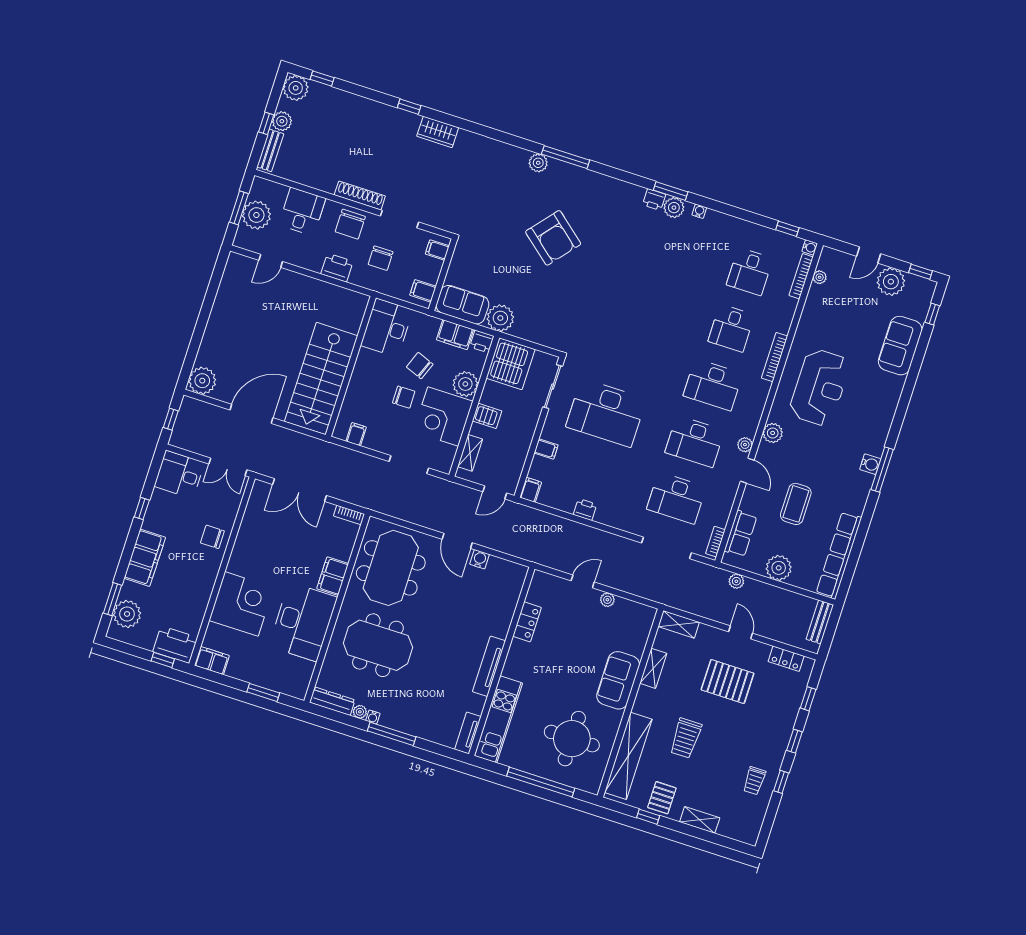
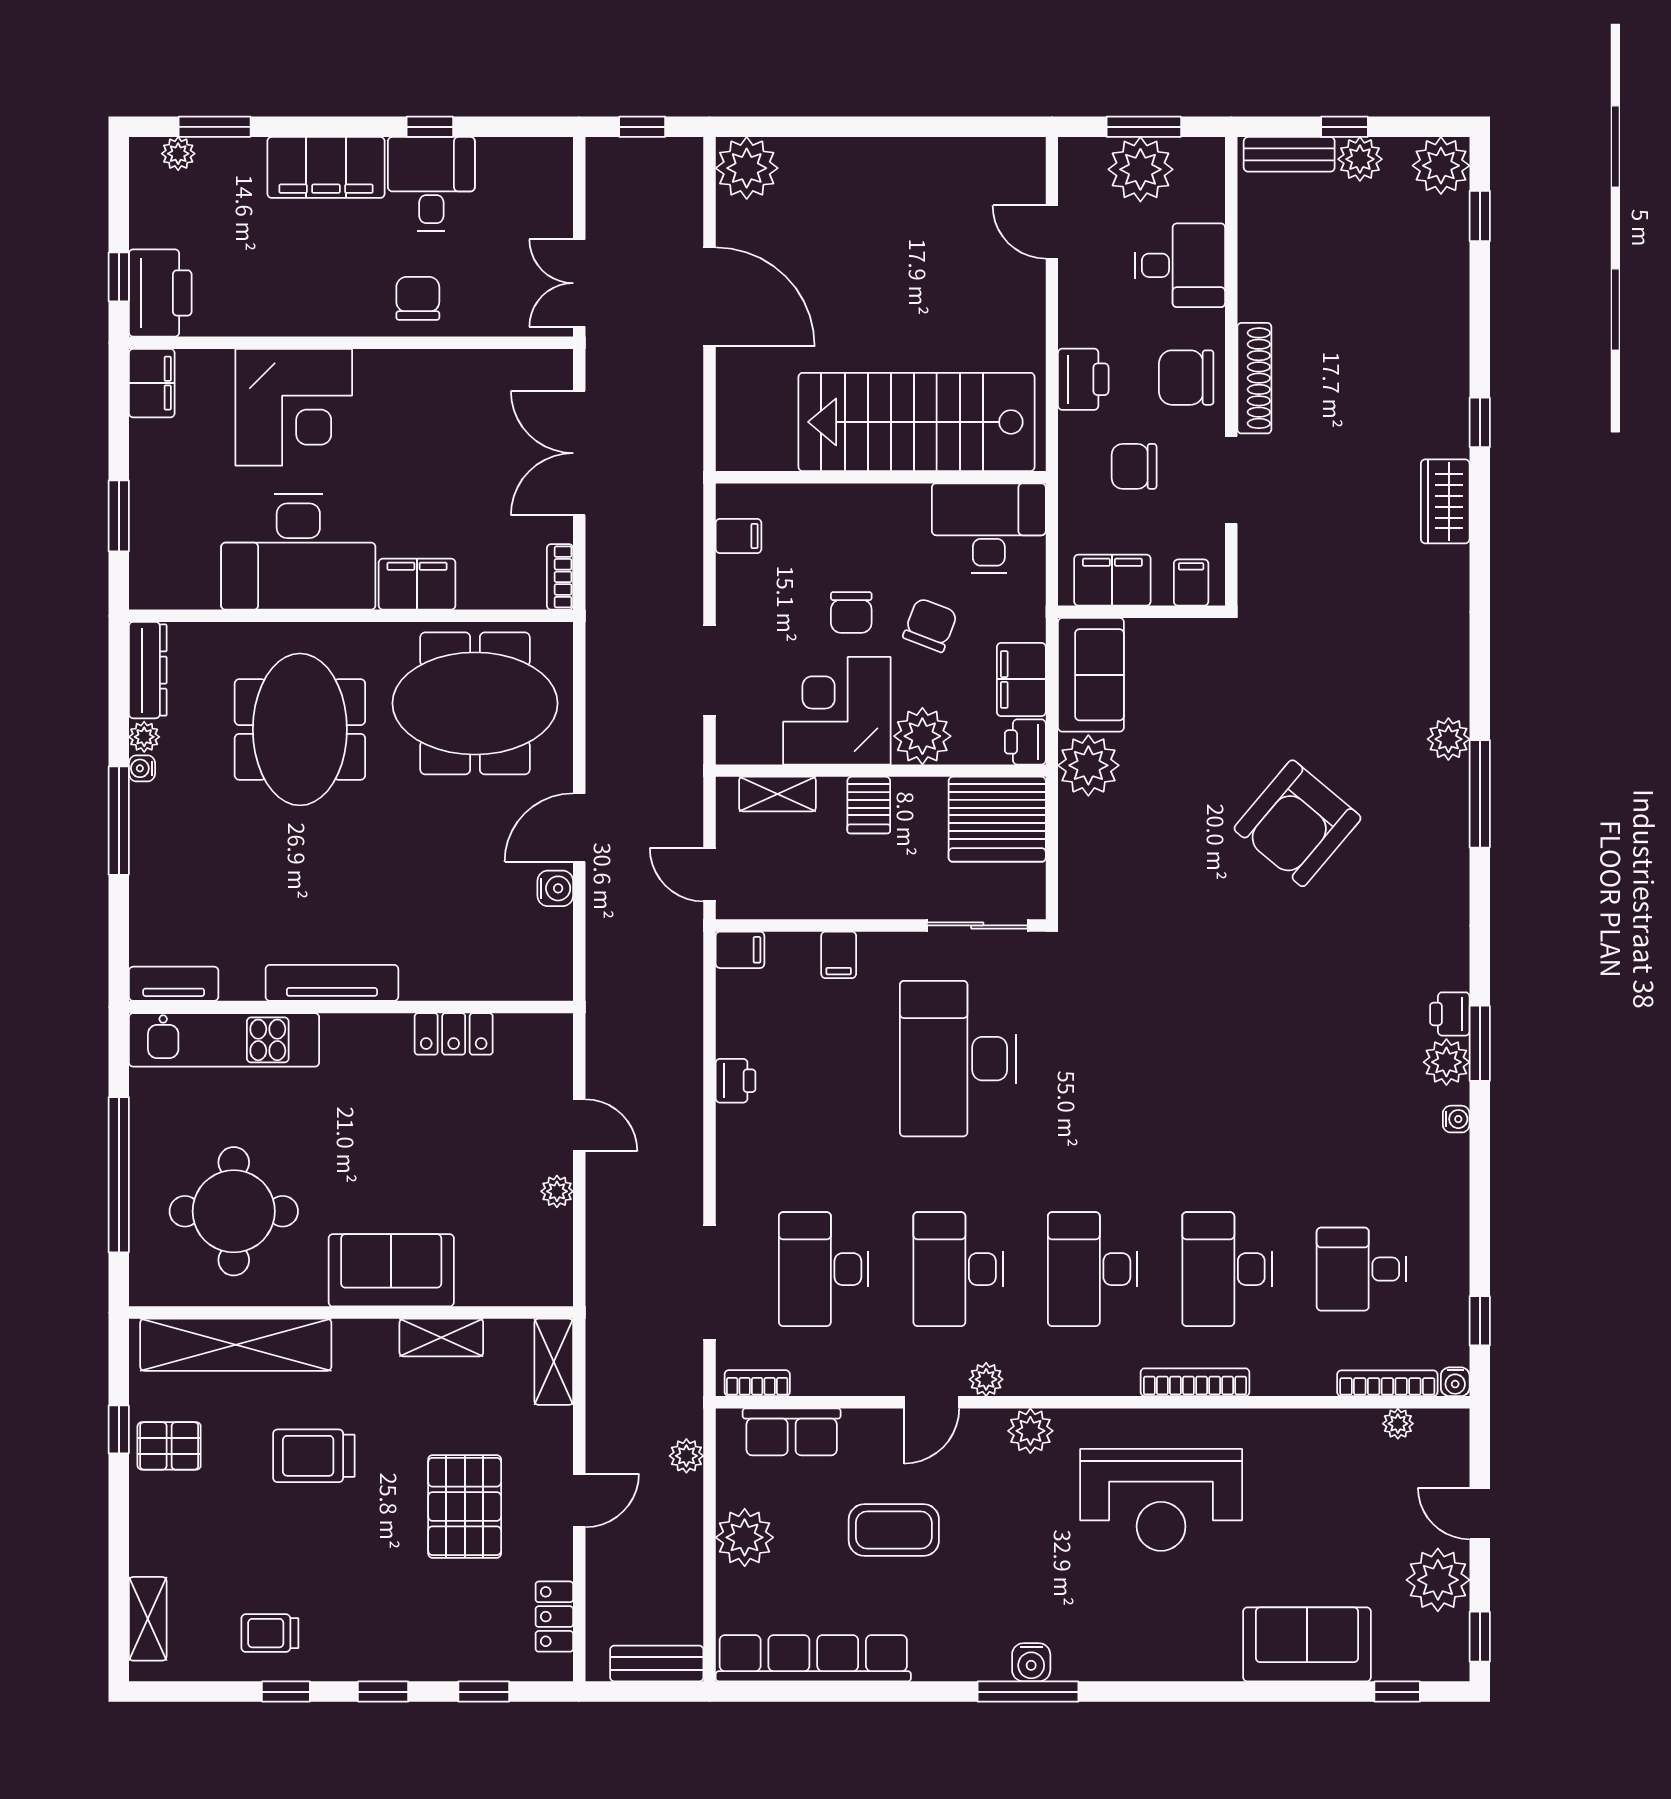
filing cabinet: (423, 291) -> (1112, 580), width x2.00
desk: (731, 328) -> (1227, 1269), width x1.37
stairs: (321, 379) -> (916, 422), moved
desk: (179, 475) -> (431, 184), moved
plant: (127, 614) -> (178, 154), width x0.53, depth x0.53
shelving: (700, 820) -> (148, 1619), moved

